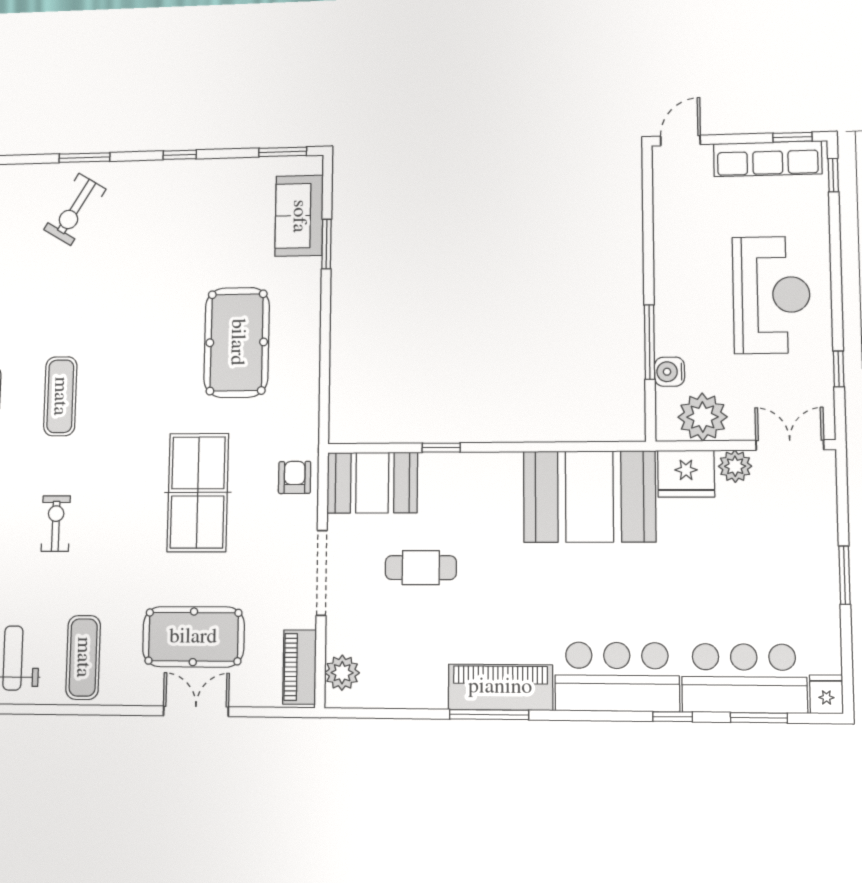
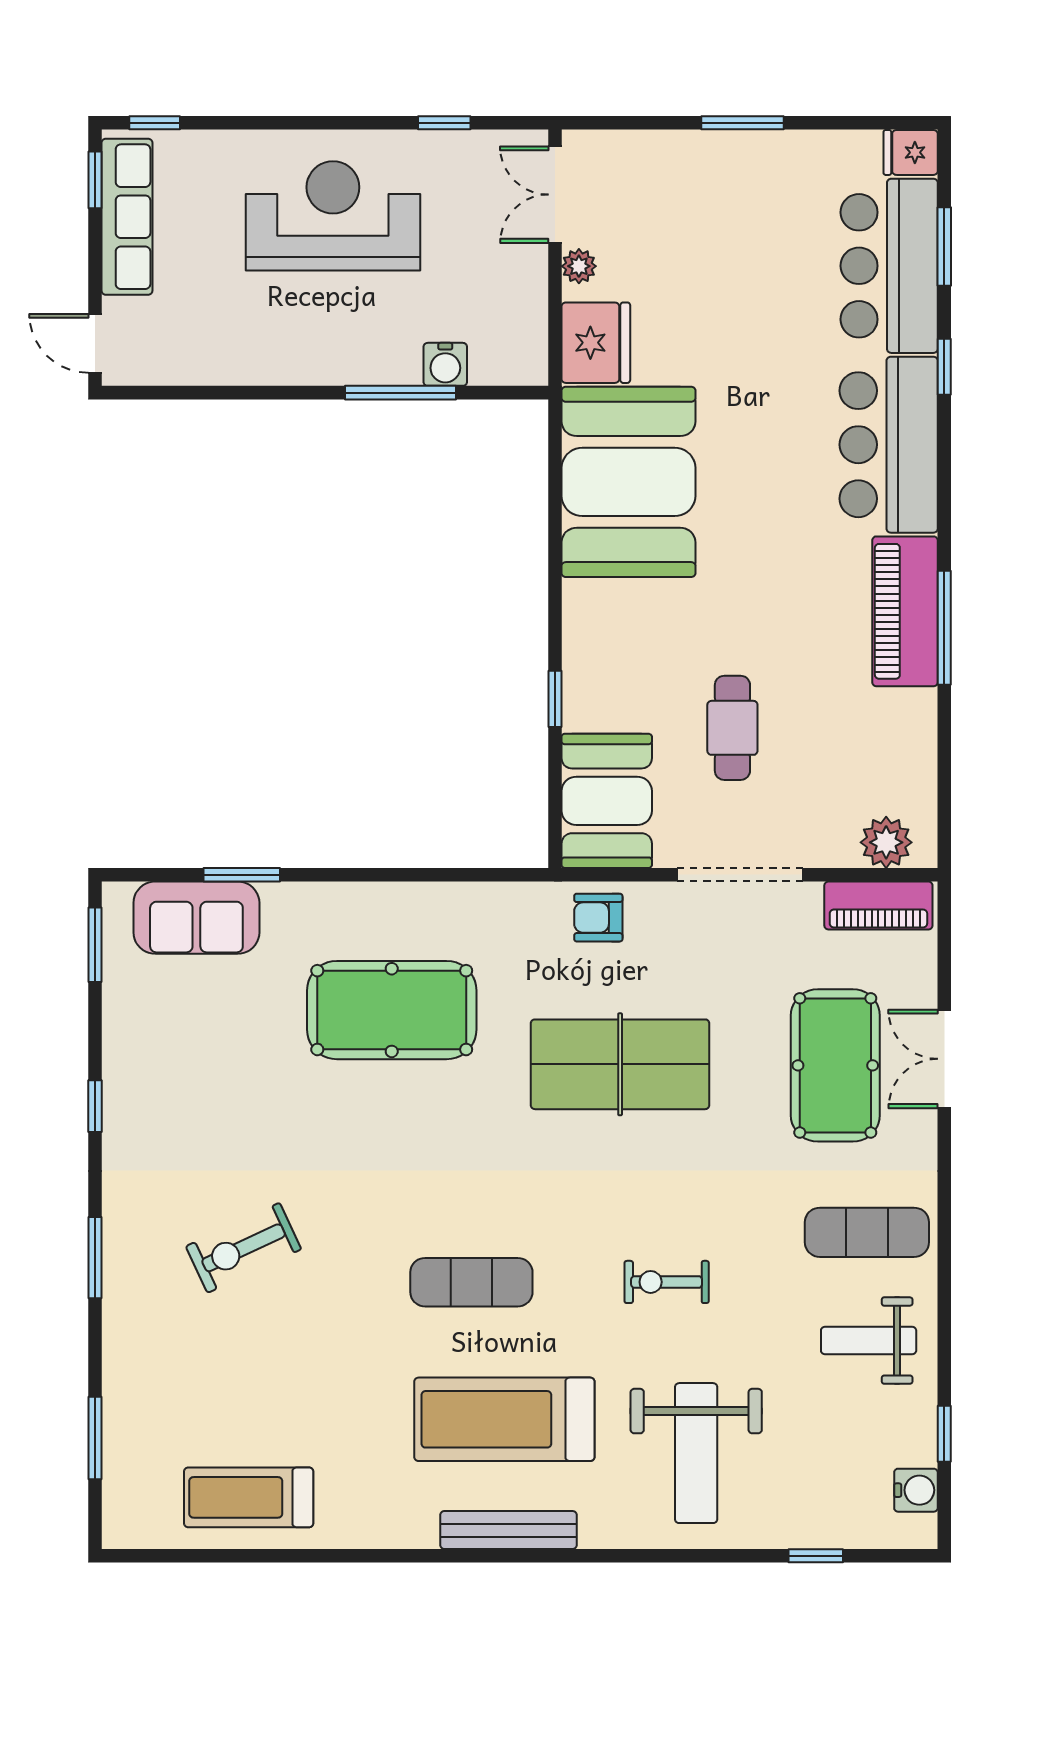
exercise bike: (75, 209) -> (244, 1248), moved, turned 124
plant: (703, 417) -> (513, 318), removed
plant: (735, 466) -> (579, 266), width x0.73, depth x0.73

